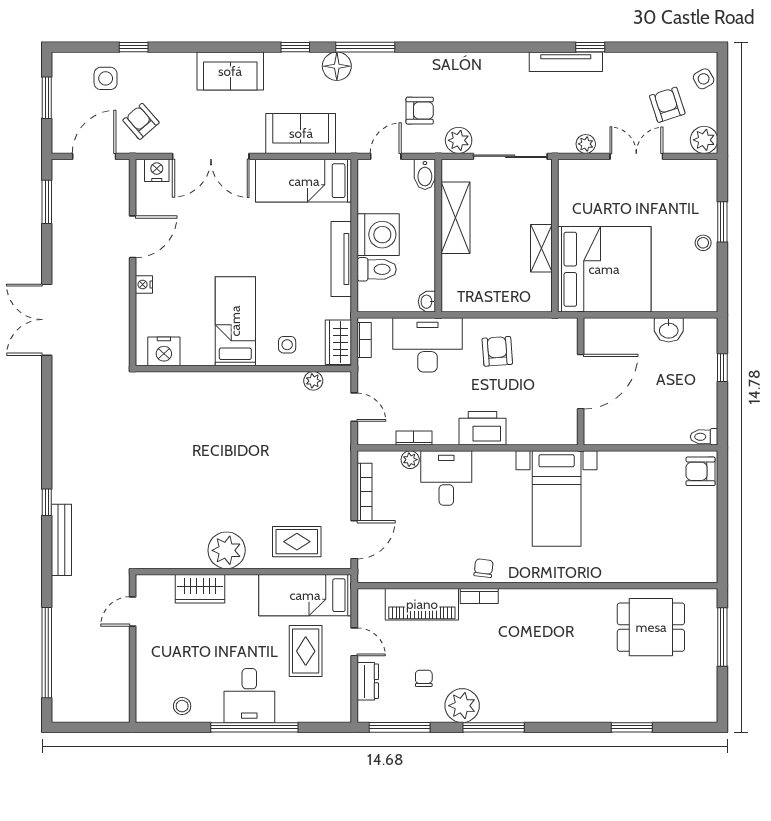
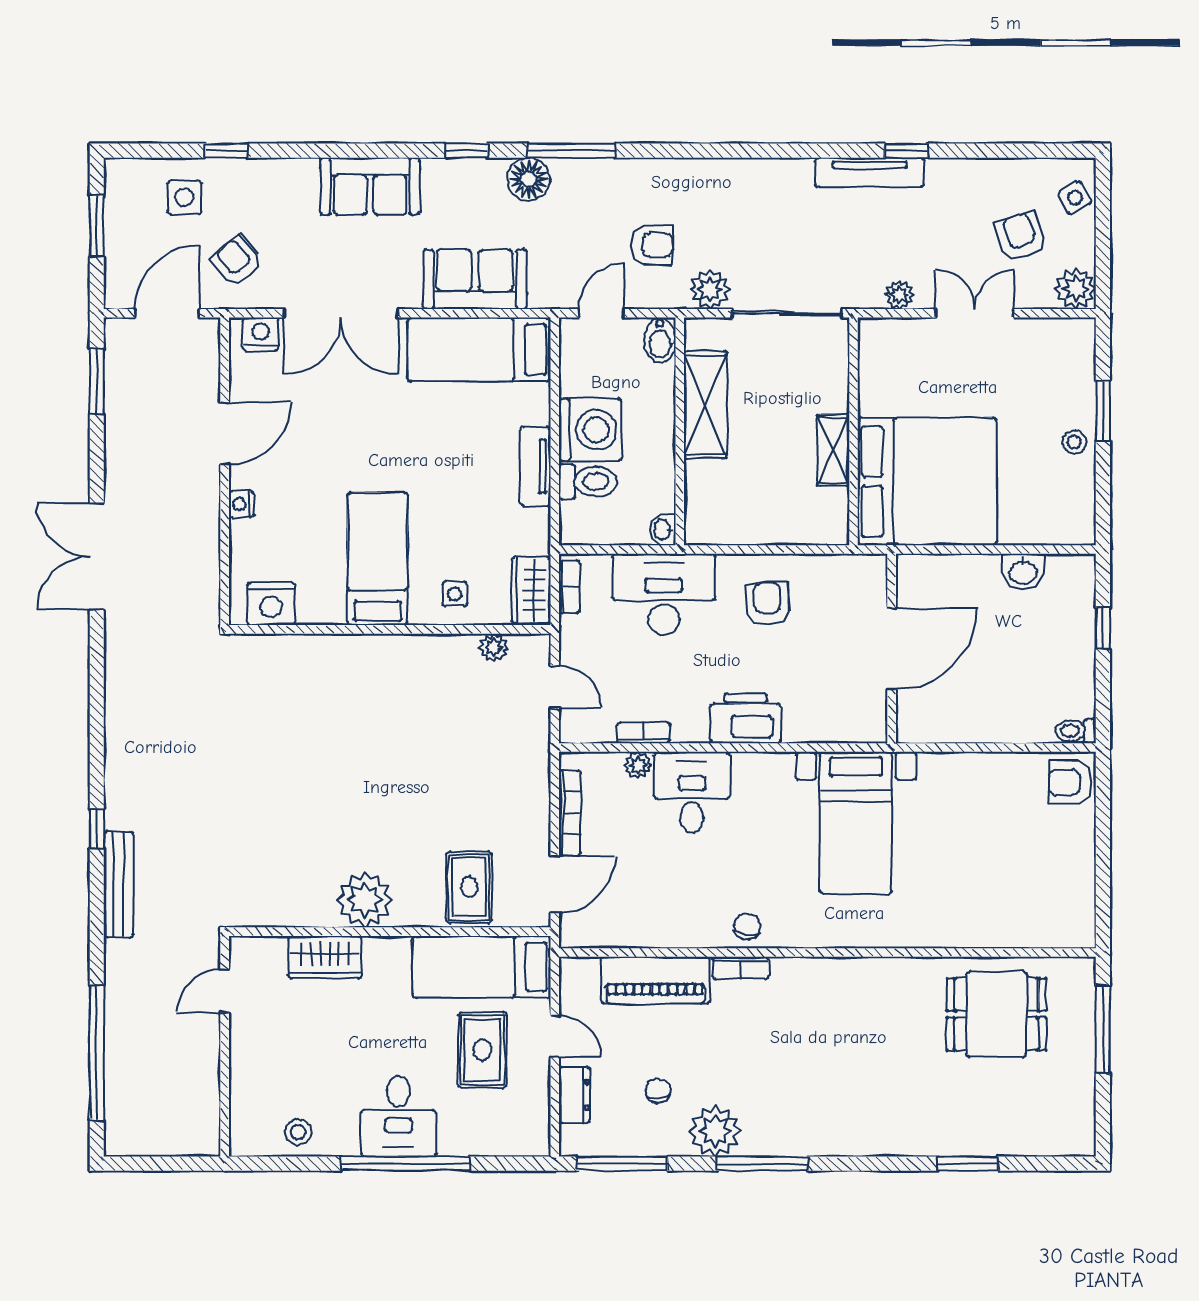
tv unit: (341, 259) -> (535, 466), width x0.71
rug: (297, 542) -> (469, 887), turned 90

